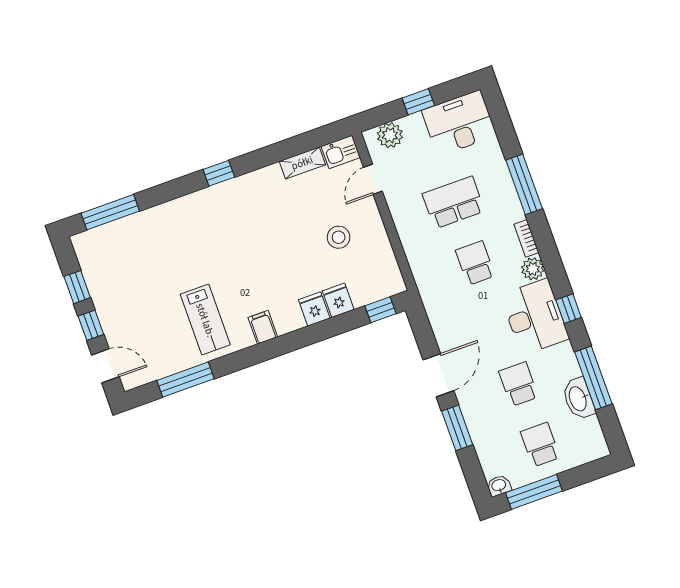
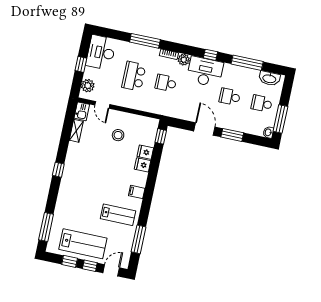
lab bench: (120, 291) -> (83, 244), added
washbasin: (578, 399) -> (269, 78), moved

